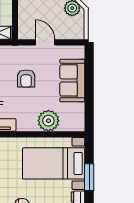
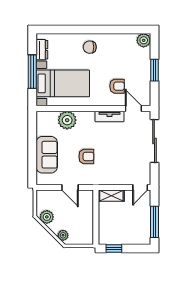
armchair: (26, 78) -> (86, 156), turned 90
window: (89, 177) -> (32, 72), width x1.44

